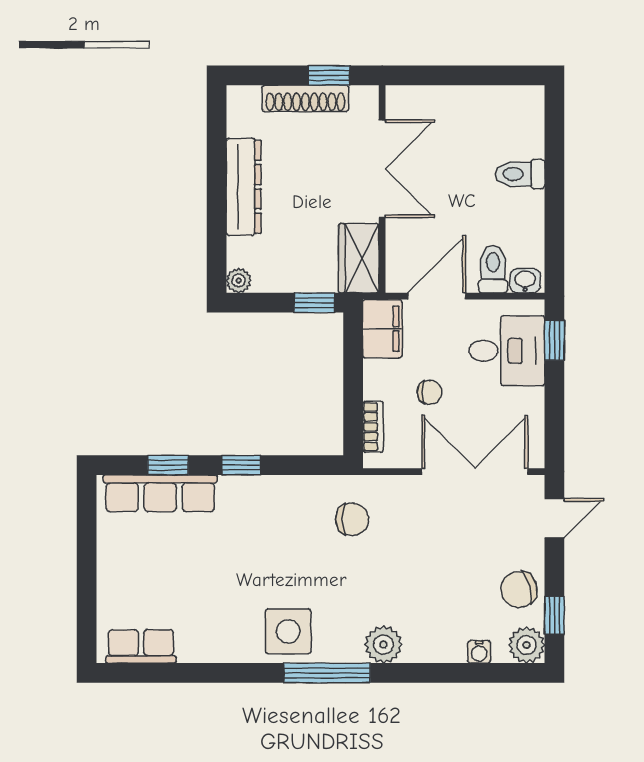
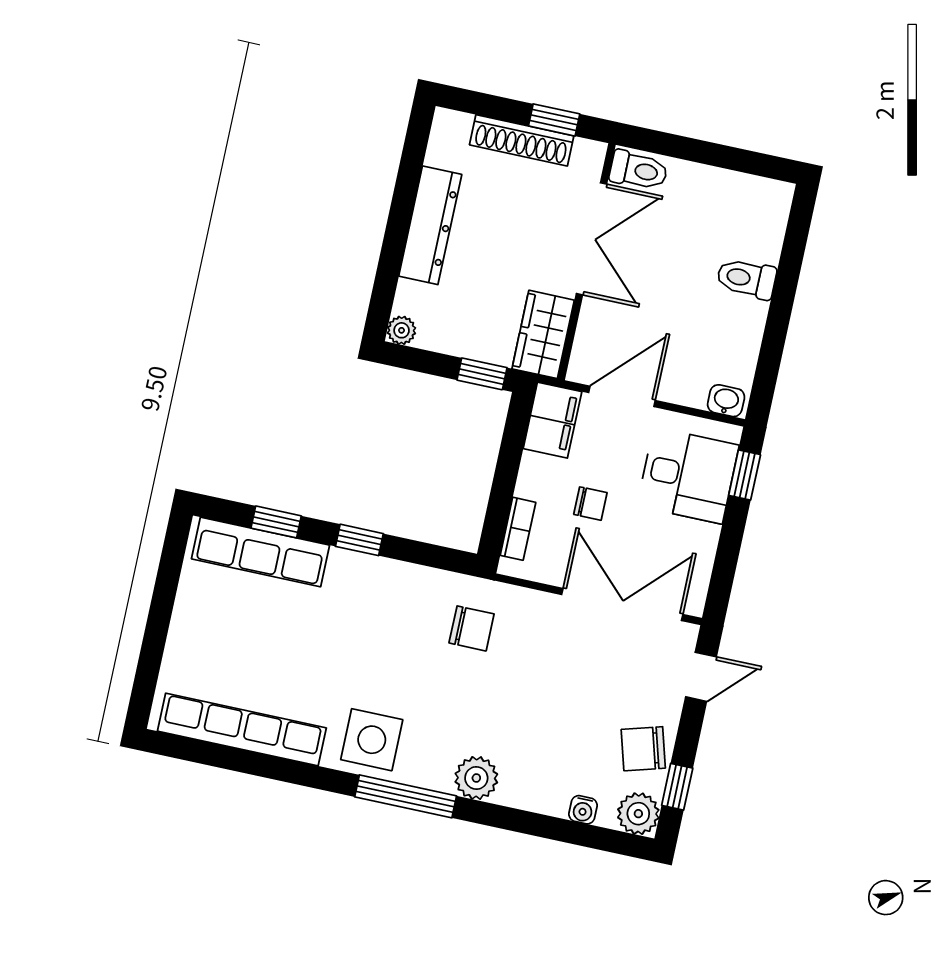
toilet: (493, 269) -> (639, 170), moved, turned 90
row of seats: (141, 646) -> (242, 729), width x2.02

